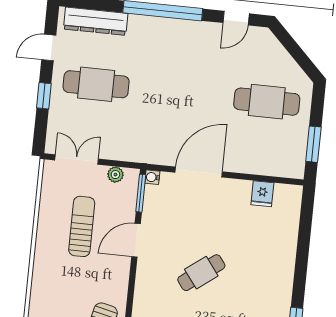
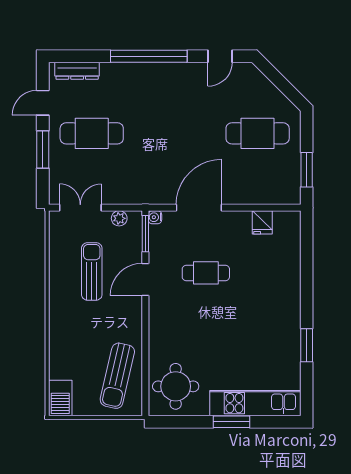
dresser: (96, 21) -> (77, 71), width x0.73, depth x0.80
window: (44, 96) -> (43, 150), width x1.50
cafe table: (201, 273) -> (206, 273), moved, turned 37

